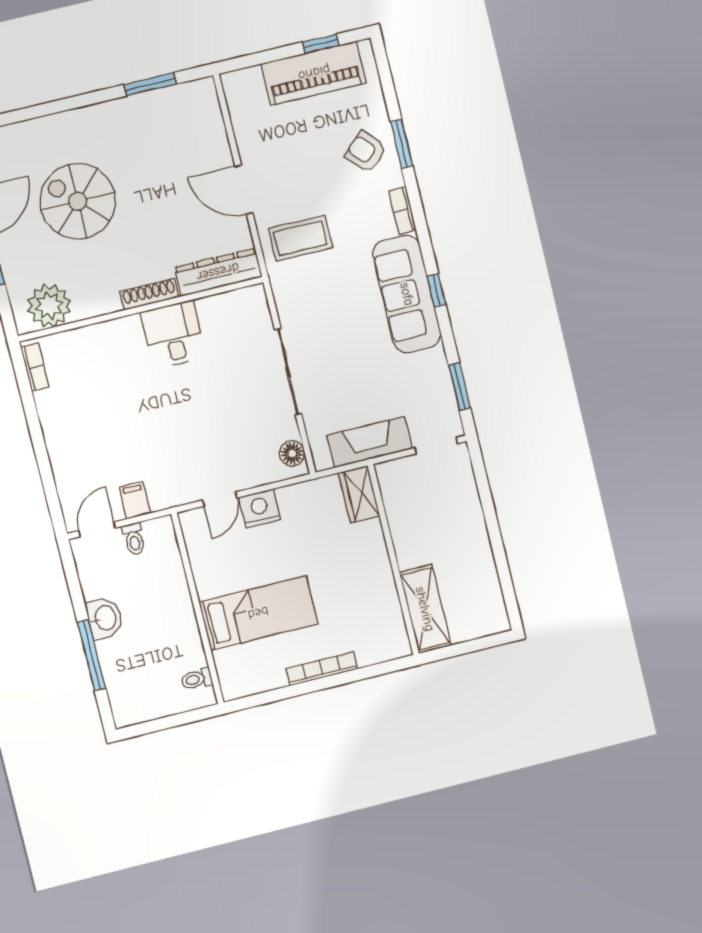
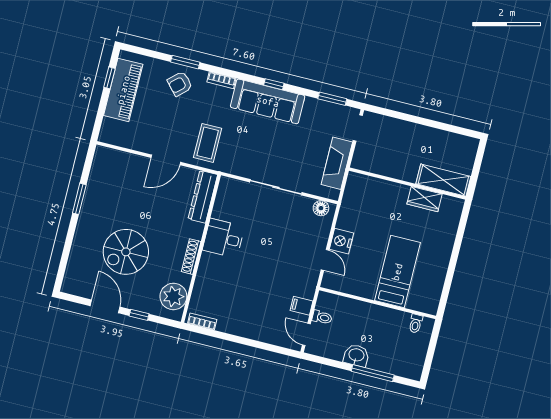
window: (150, 84) -> (79, 199), moved
shoe rack: (149, 294) -> (191, 257), moved
wardrobe: (359, 494) -> (424, 199), moved
bookcase: (322, 669) -> (446, 253), removed

